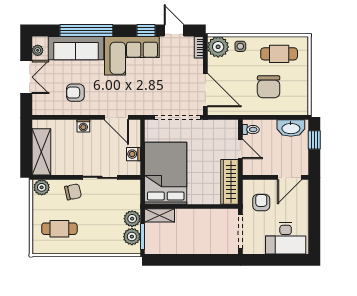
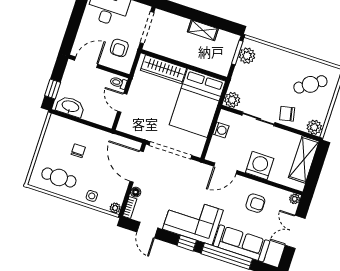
window: (146, 30) -> (187, 243), moved
plant: (218, 47) -> (115, 208), width x0.53, depth x0.53
plant: (38, 50) -> (295, 199), moved
floor lamp: (198, 64) -> (136, 192), added
chair: (269, 87) -> (78, 151), width x0.54, depth x0.54
door: (116, 117) -> (225, 168), swing flipped
washing machine: (83, 126) -> (260, 165), width x1.89, depth x1.89
toilet: (251, 130) -> (118, 83), moved
wardrobe: (230, 182) -> (163, 69), moved, turned 90
shelving: (160, 215) -> (203, 30), moved
plant: (132, 219) -> (232, 100), moved
cafe table: (59, 229) -> (310, 84), turned -34

